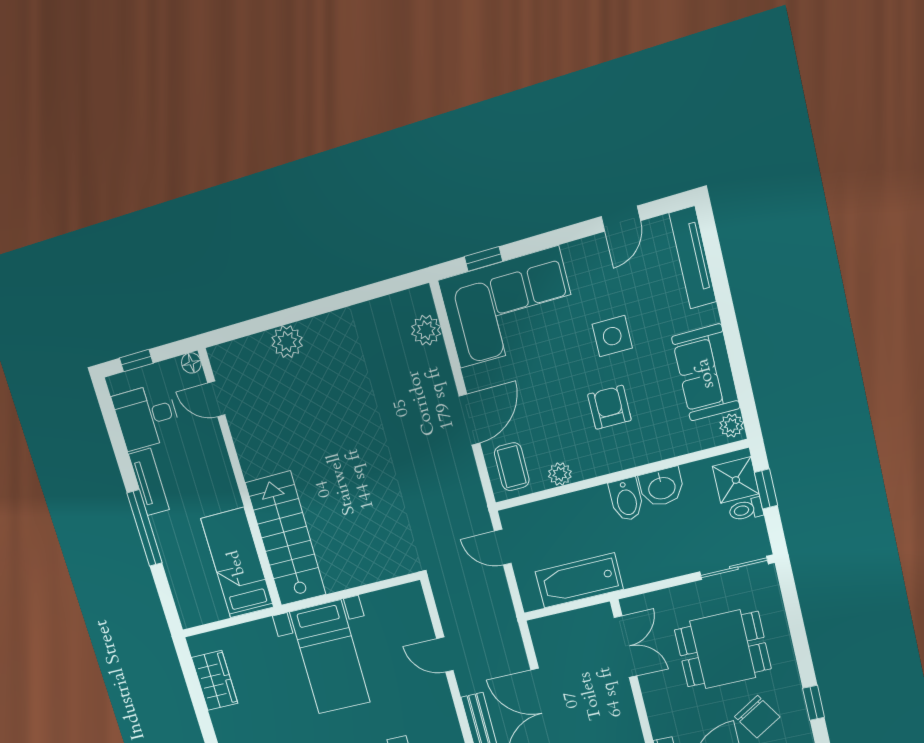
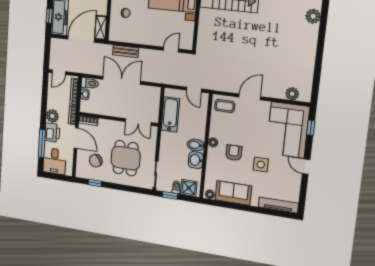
door: (621, 219) -> (306, 167), moved
plant: (287, 342) -> (313, 16), moved
armchair: (609, 407) -> (234, 153), turned -90
door: (469, 419) -> (250, 97), swing flipped
plant: (560, 474) -> (213, 142), moved
window: (766, 489) -> (170, 195), moved
door: (503, 547) -> (194, 90), swing flipped
door: (445, 655) -> (171, 50), moved

